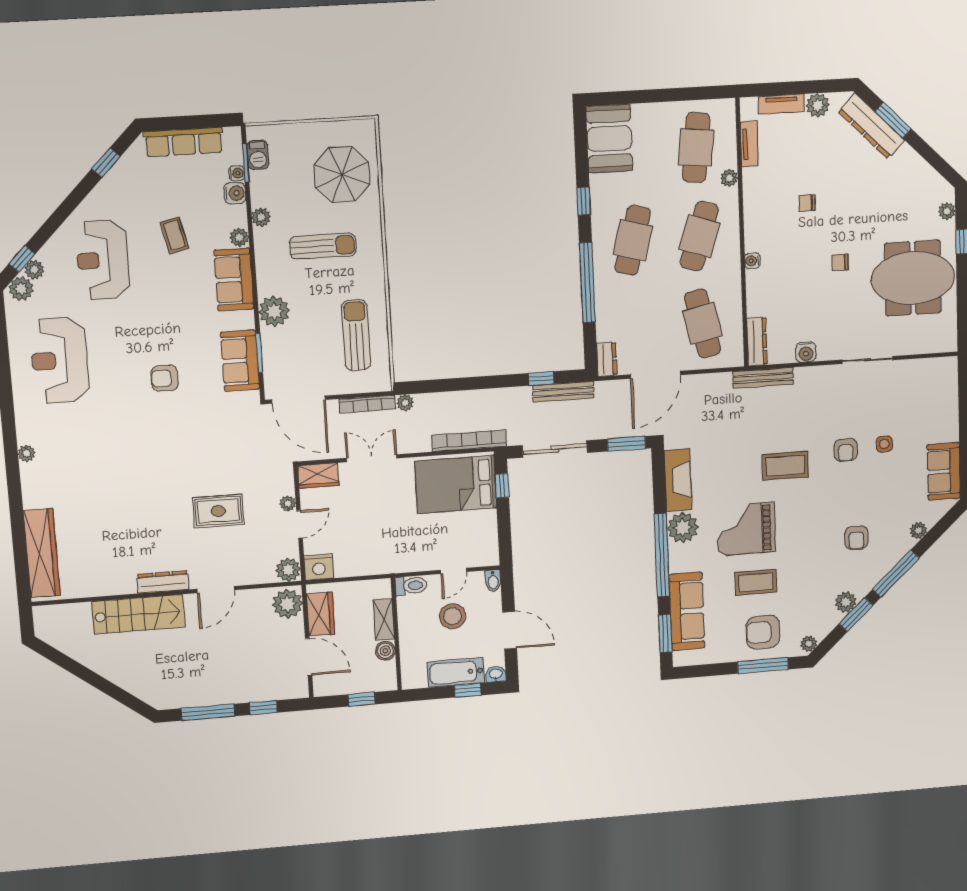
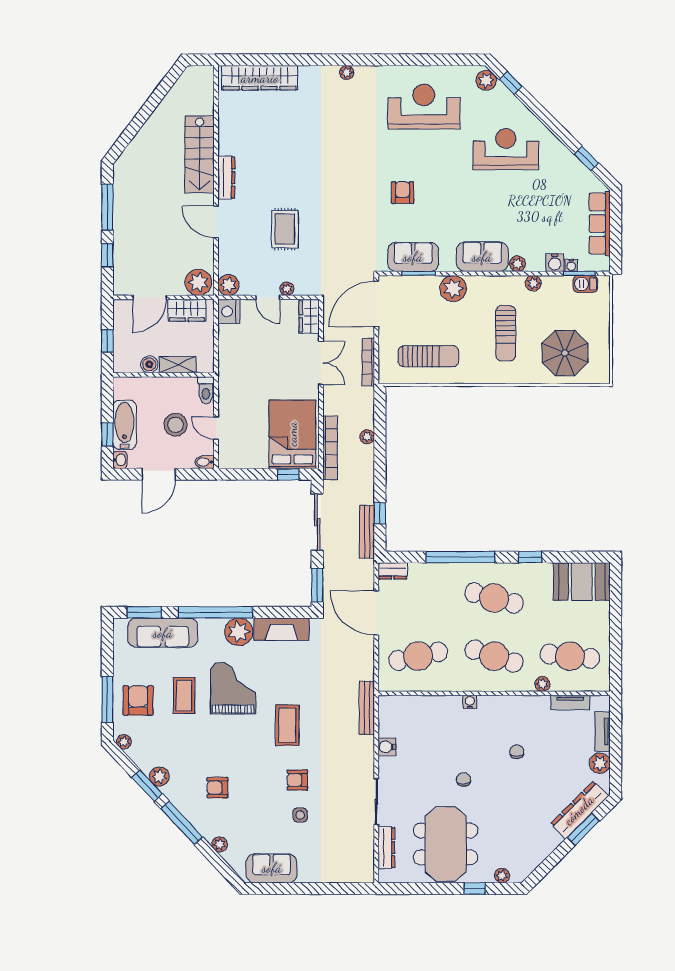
coffee table: (174, 235) -> (523, 210), removed
plant: (34, 270) -> (501, 92), removed
dresser: (757, 341) -> (386, 847), moved, turned -90
plant: (405, 403) -> (367, 437), moved

